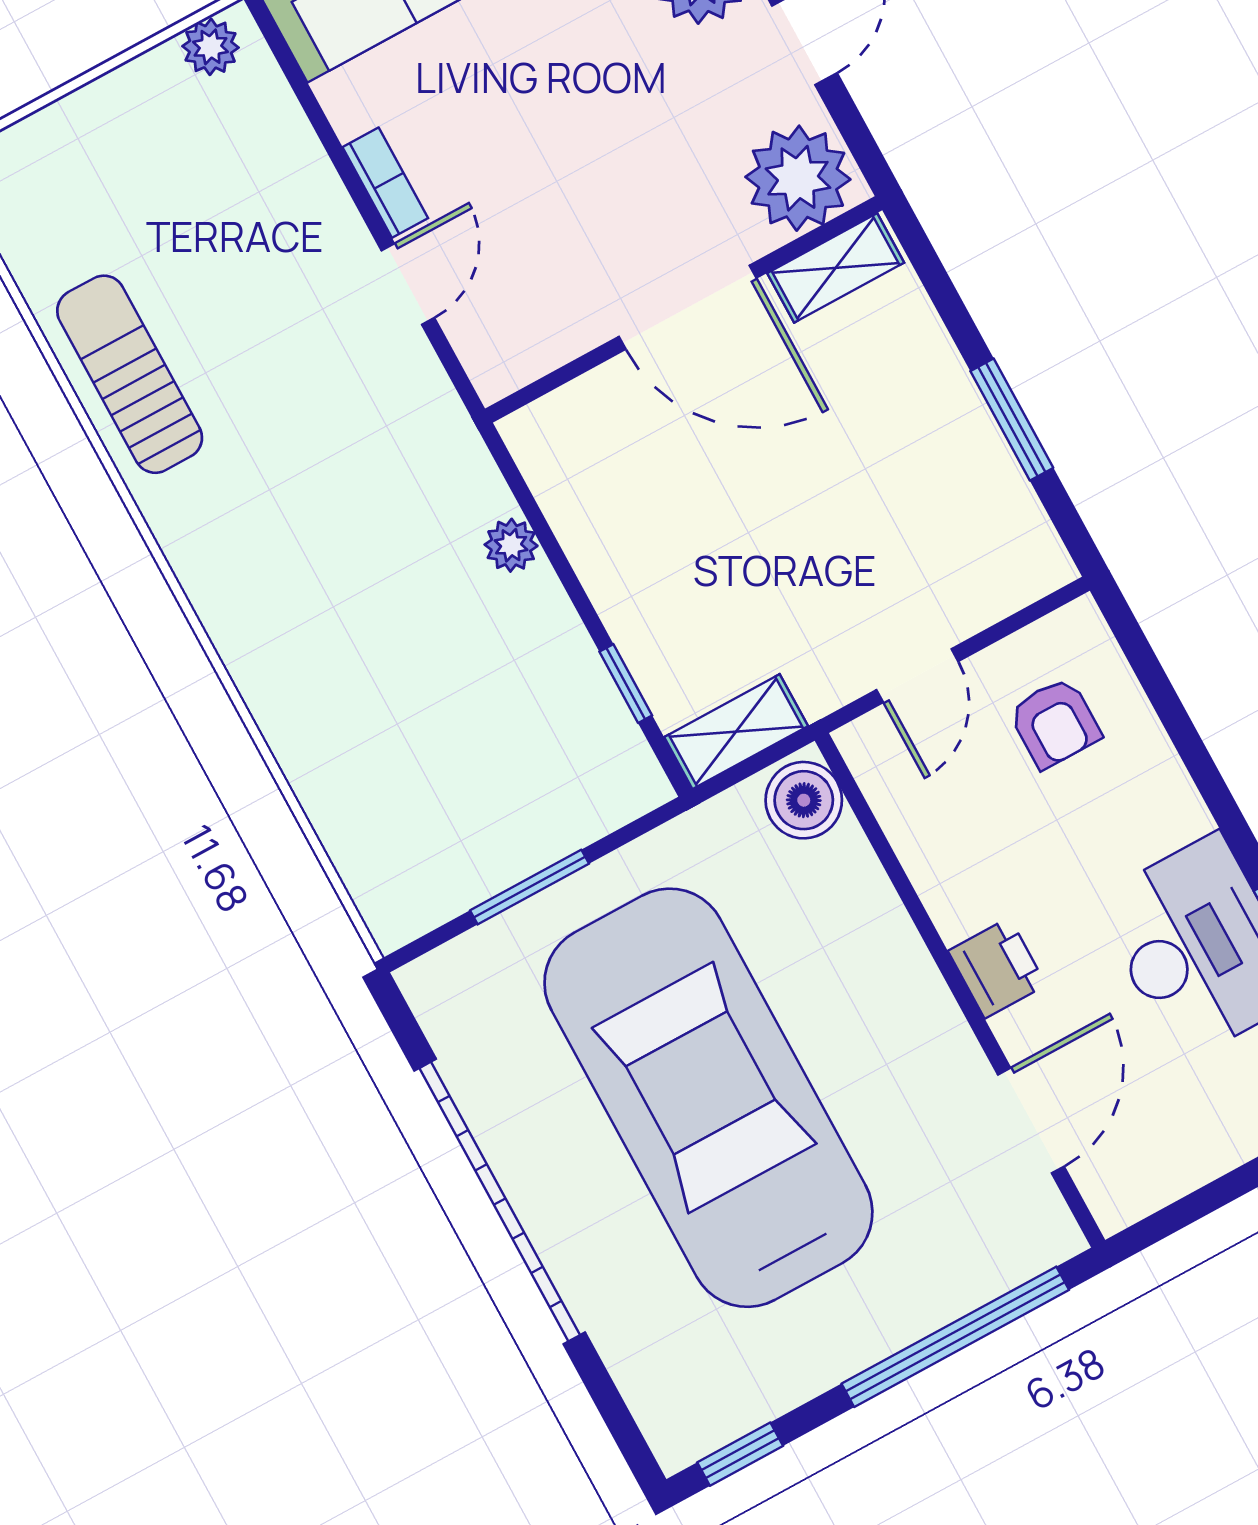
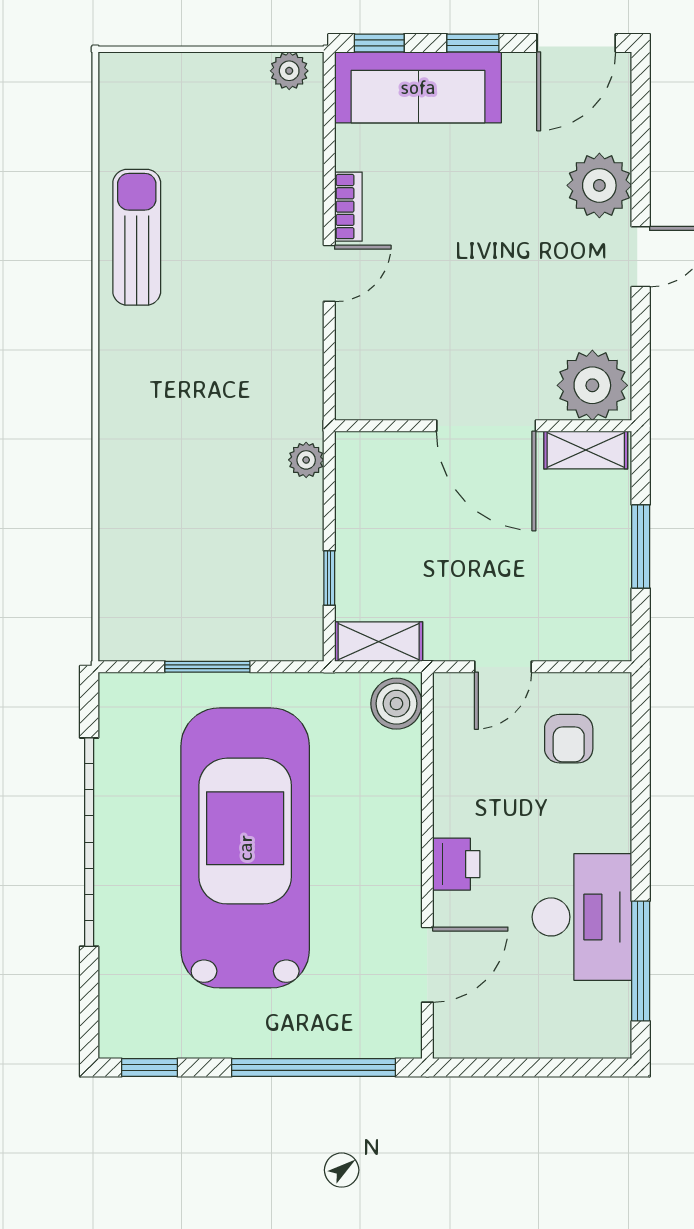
plant: (798, 178) -> (592, 385), moved
shelving: (836, 268) -> (586, 450), moved
door: (688, 307) -> (486, 426), moved
wall: (684, 309) -> (483, 426), moved

